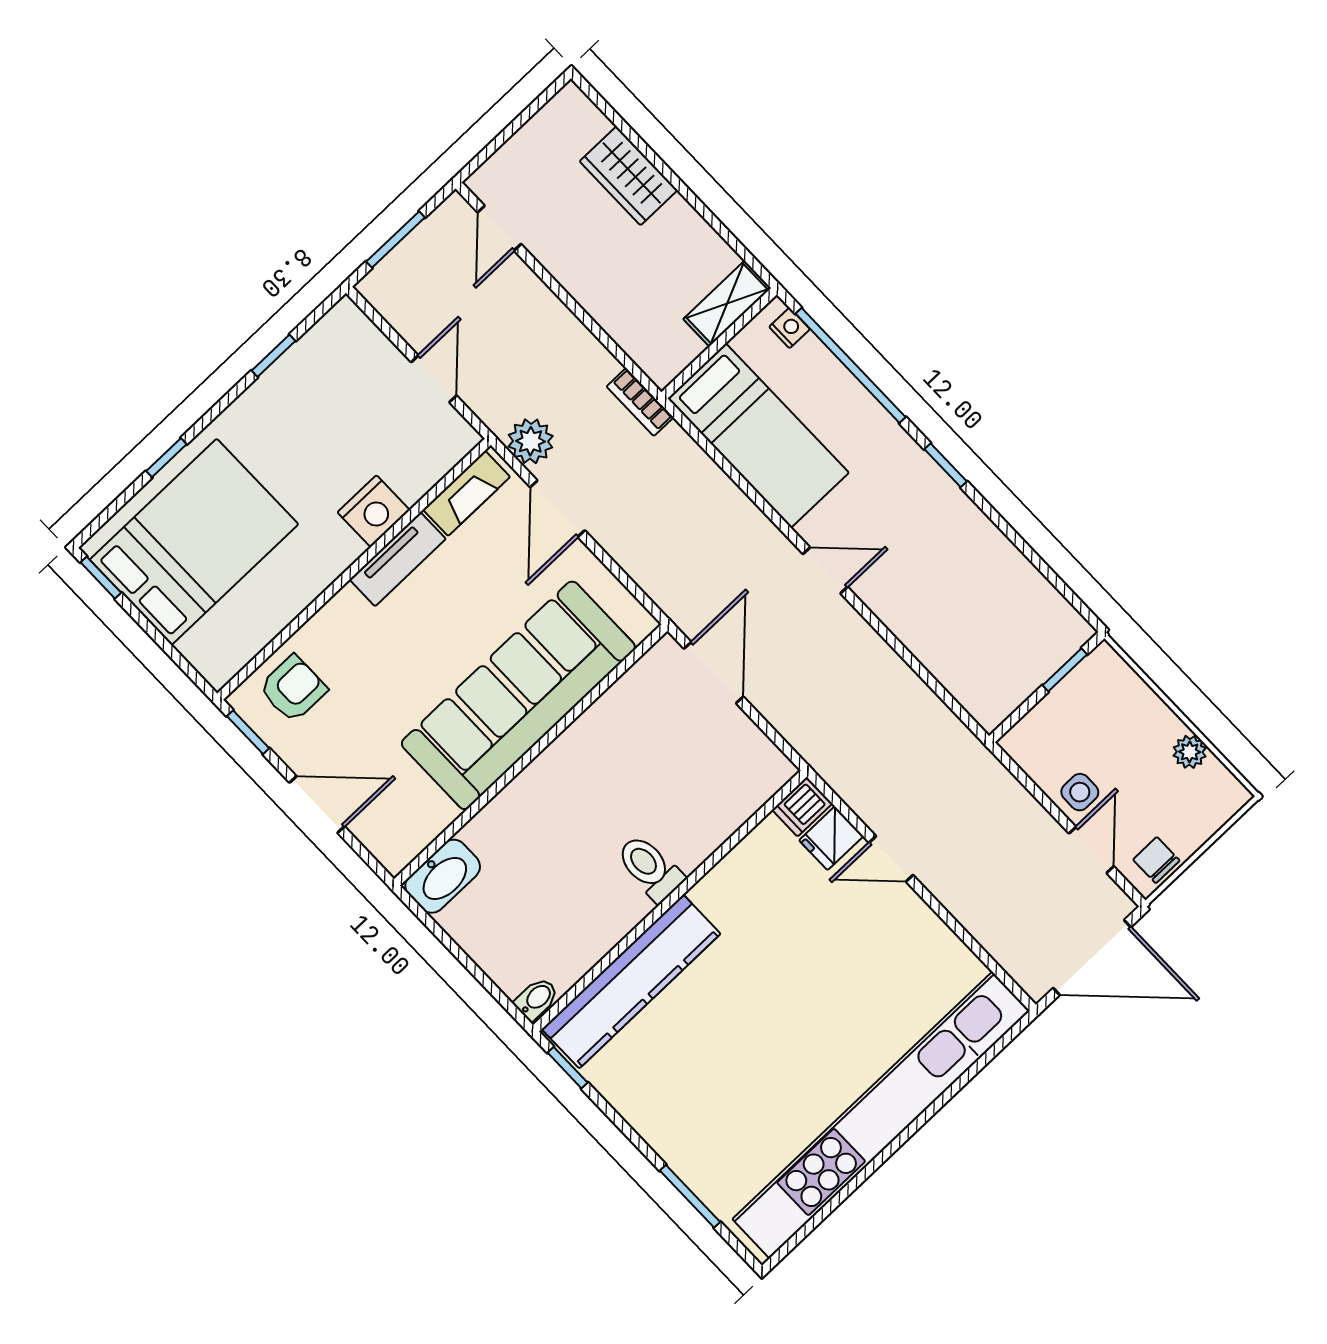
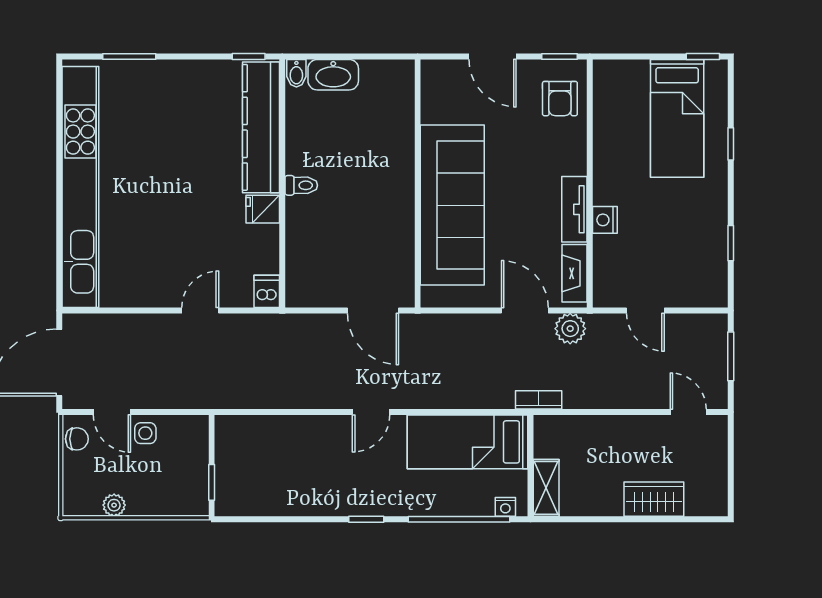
nightstand: (374, 511) -> (605, 220), width x0.74, depth x0.75
bed: (194, 542) -> (677, 118), width x0.67
door: (317, 805) -> (492, 57), hinge flipped
fridge: (831, 838) -> (263, 209), moved, turned -90
toilet: (650, 868) -> (301, 185), width x0.73, depth x0.72
washbasin: (443, 876) -> (333, 75), moved, turned -90

